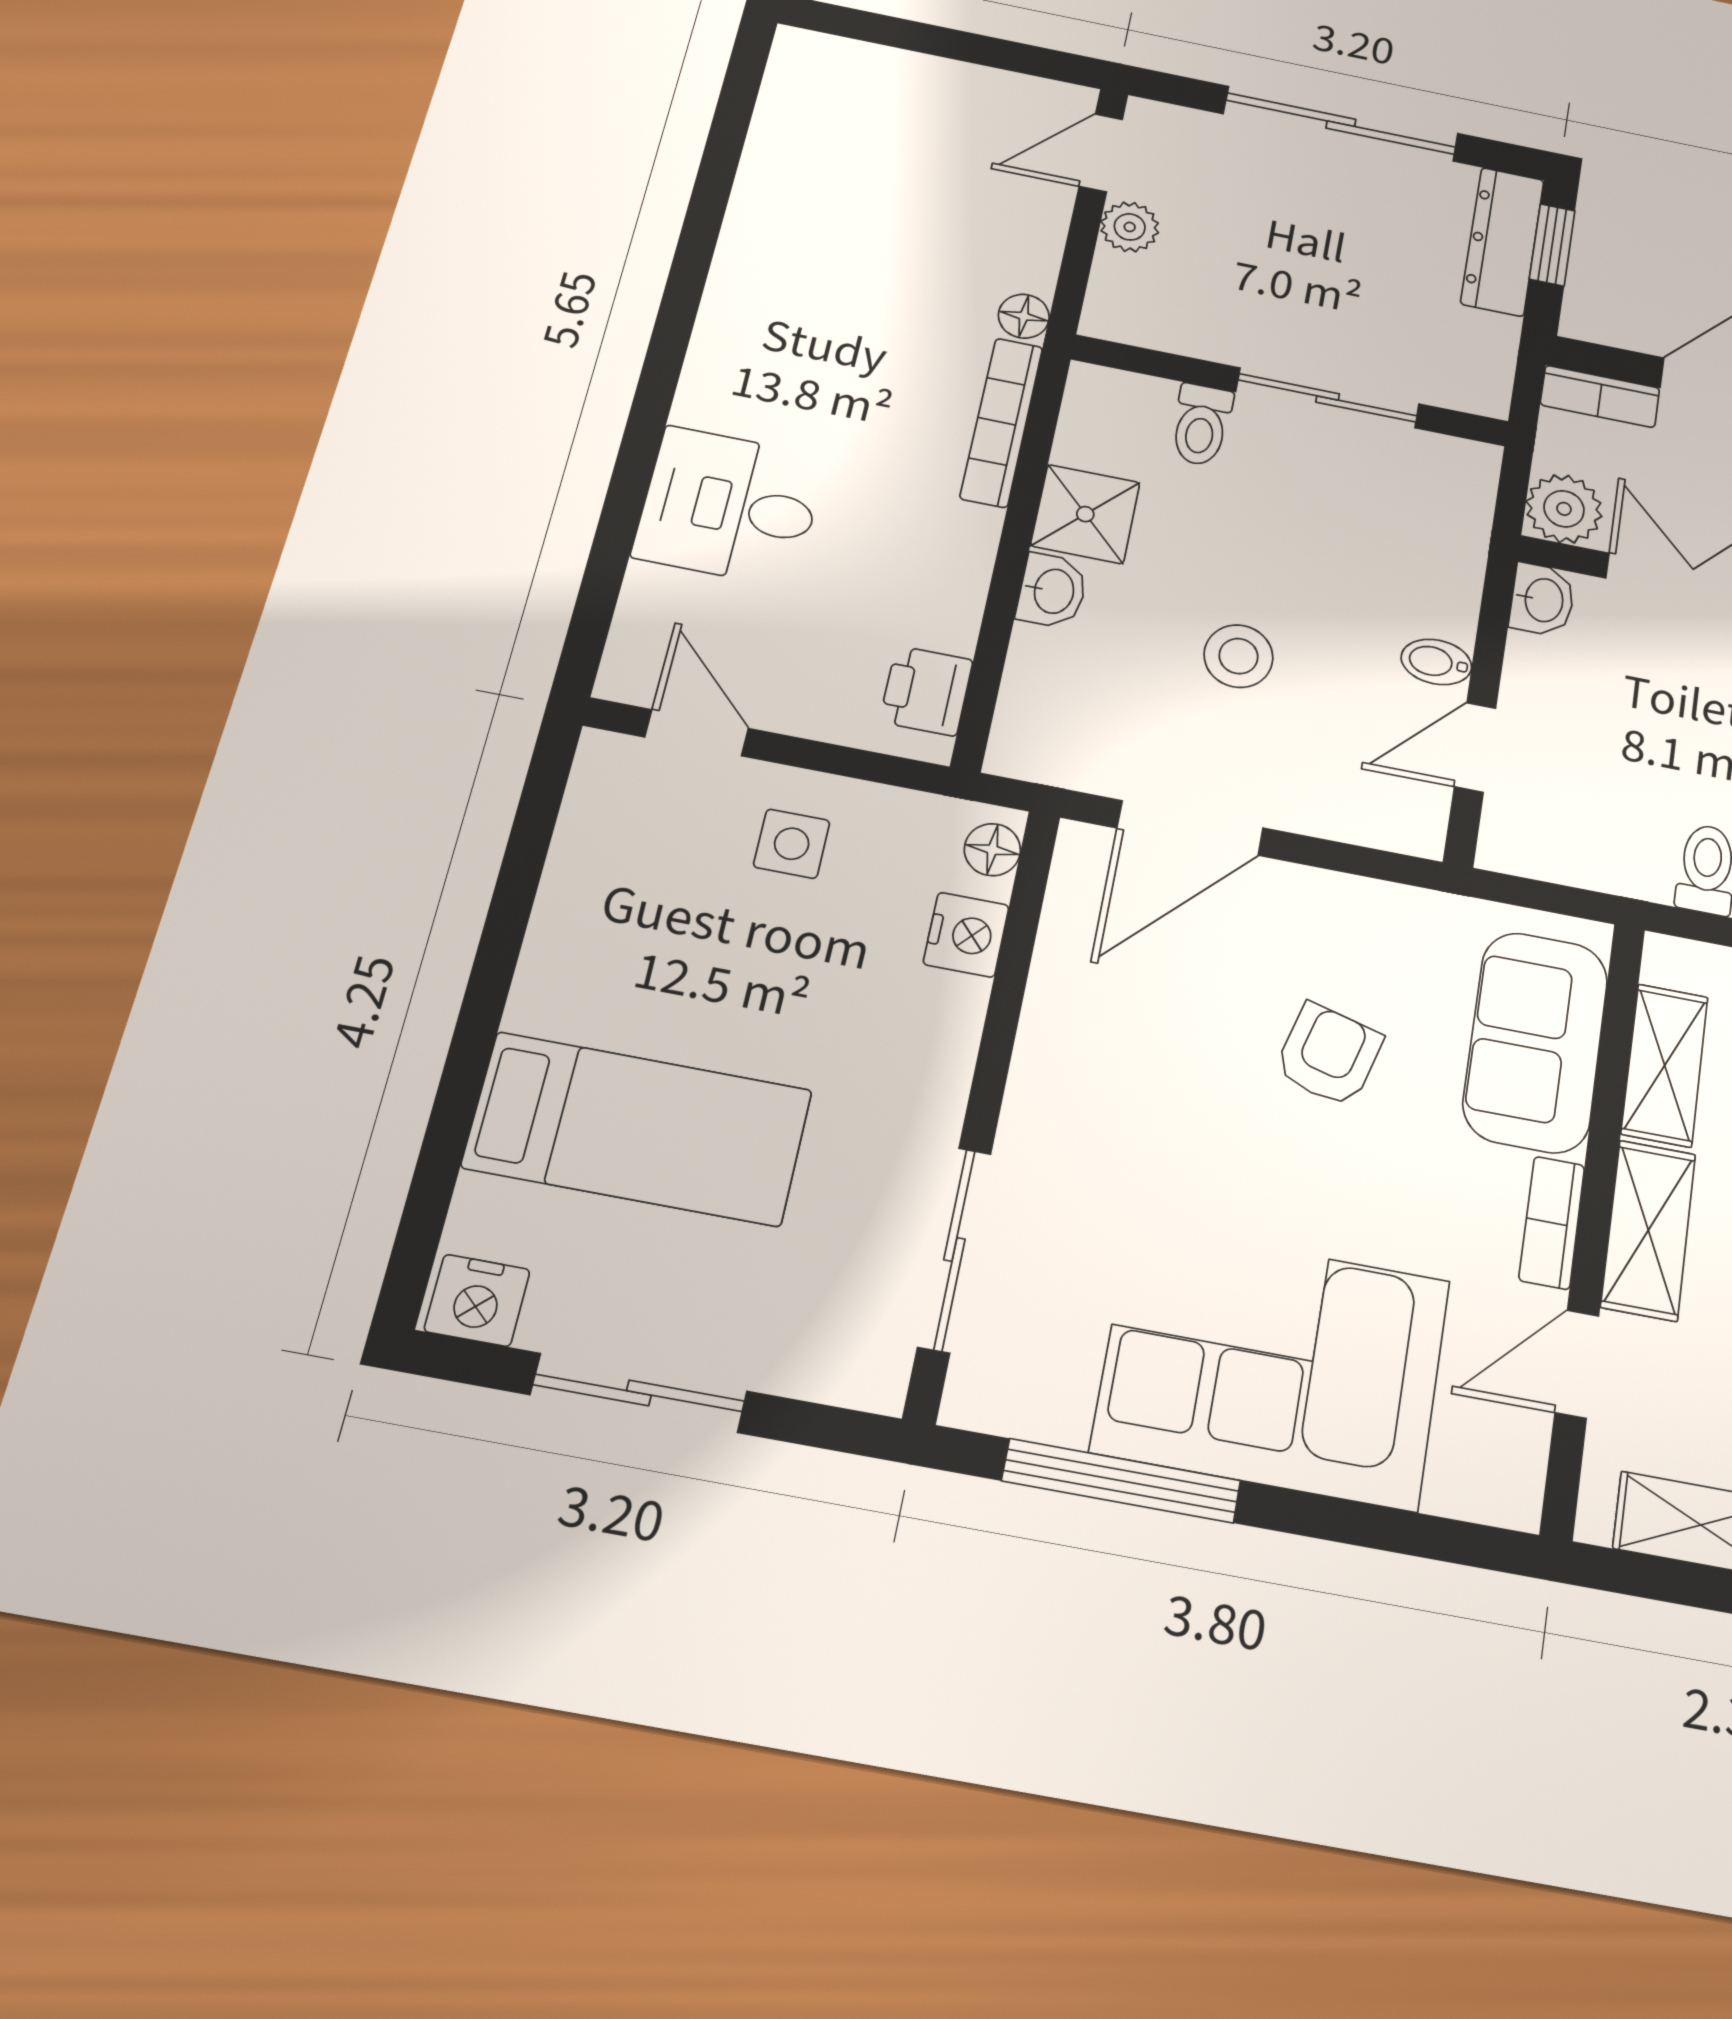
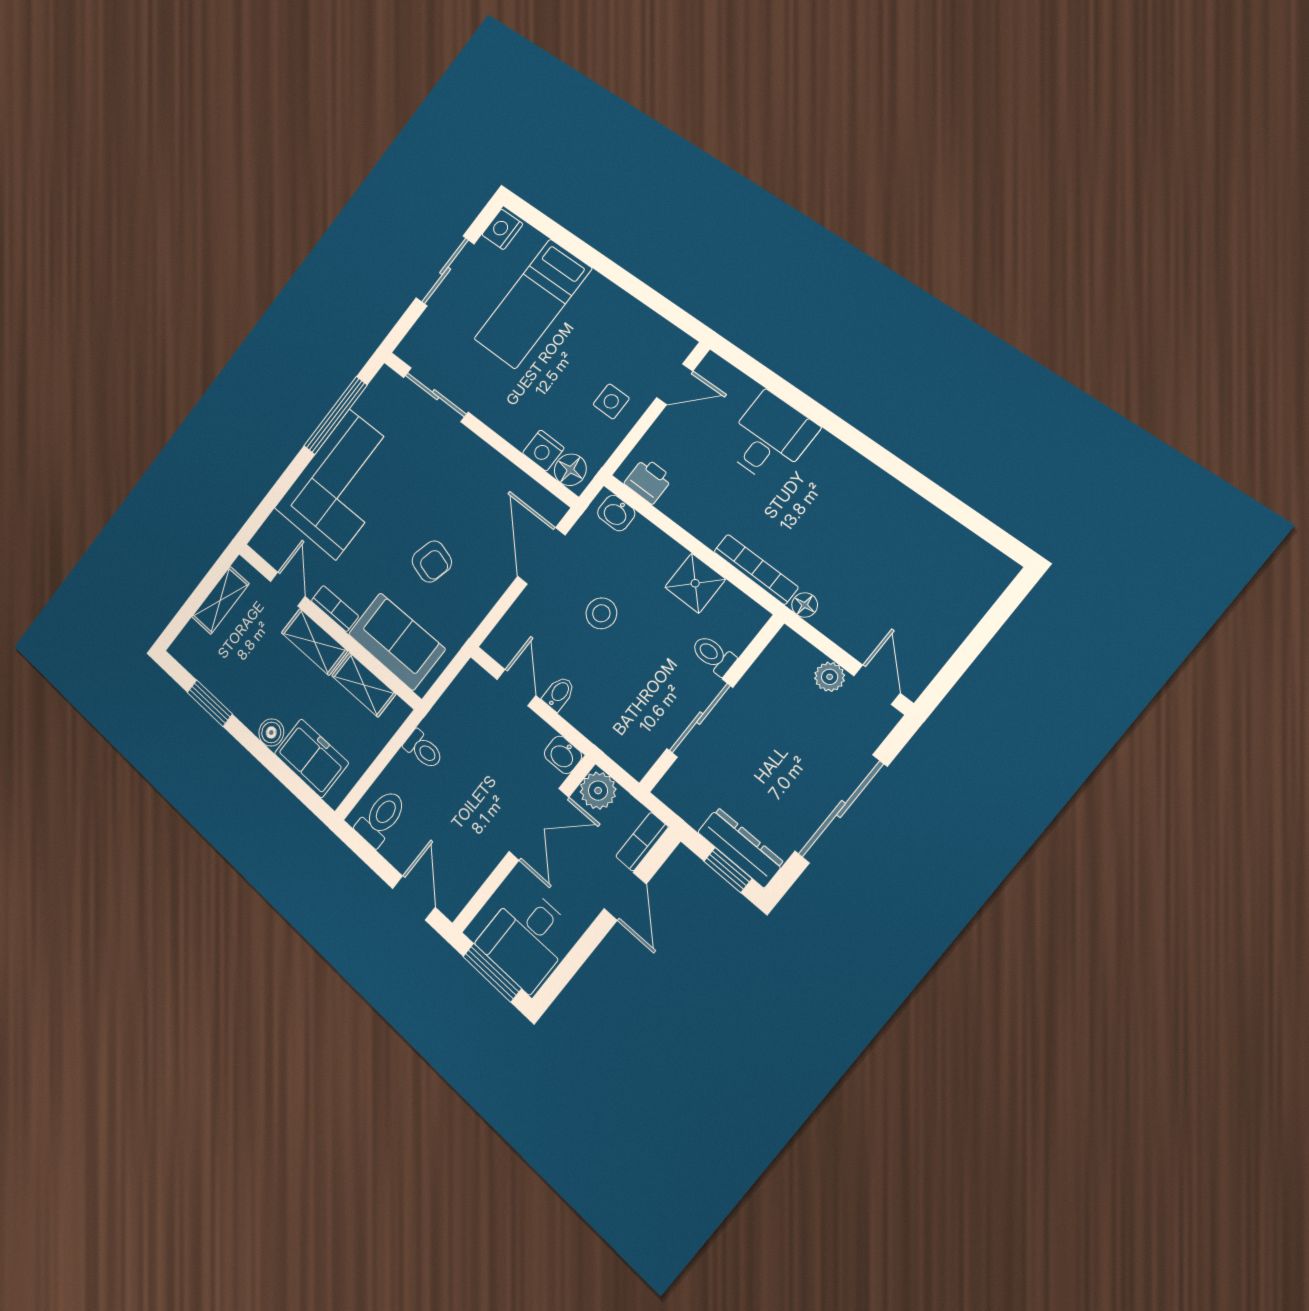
washbasin: (1052, 591) -> (616, 513), moved
floor lamp: (992, 850) -> (570, 470), width x1.37, depth x1.37

